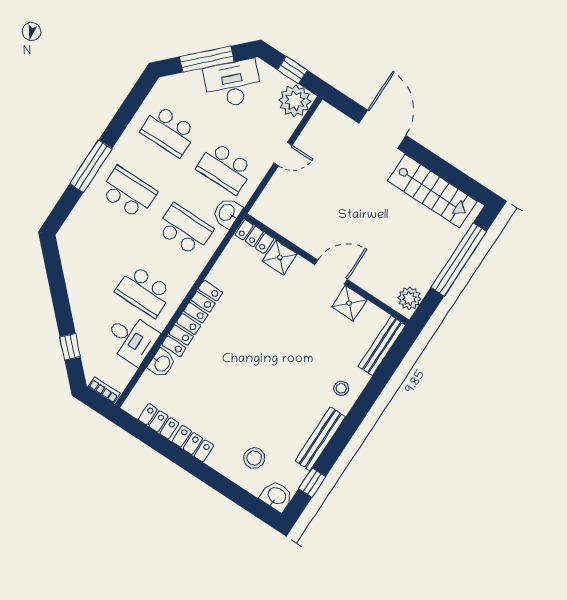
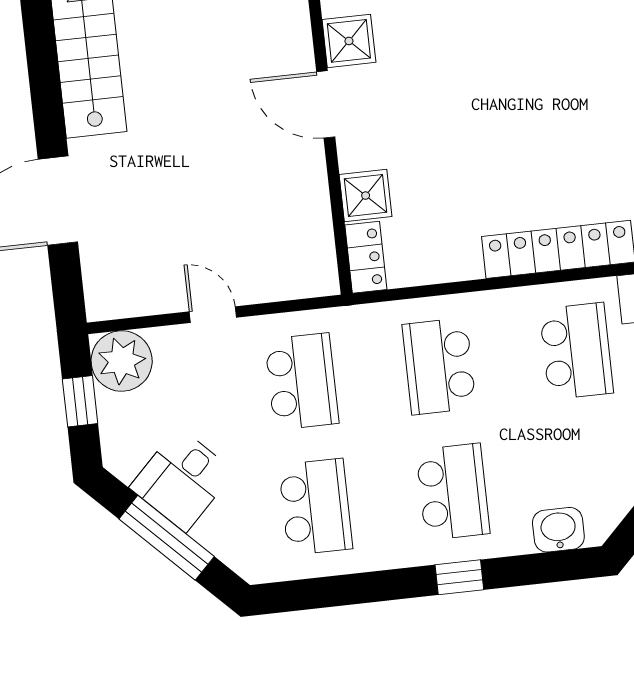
desk: (233, 84) -> (182, 480), width x0.73
window: (91, 166) -> (459, 577), width x0.46
school desk: (128, 193) -> (453, 492), turned 180
washbasin: (227, 213) -> (558, 530), moved, turned 180

